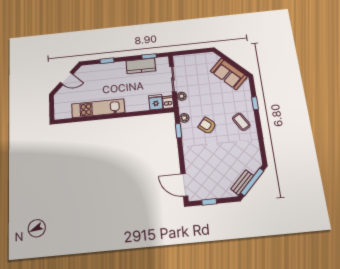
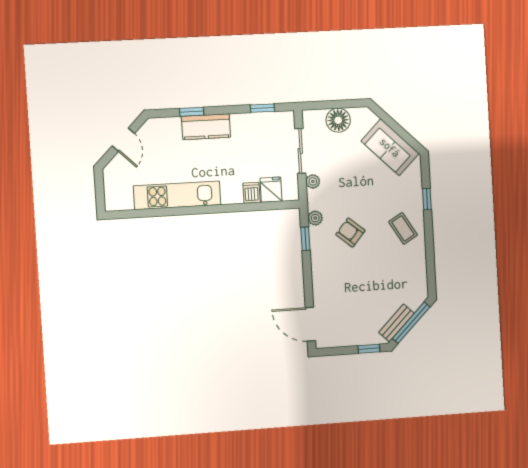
floor lamp: (195, 60) -> (338, 120), added
kitchen counter: (141, 66) -> (206, 127), moved
door: (67, 78) -> (123, 140), hinge flipped
dishwasher: (168, 102) -> (251, 193), moved
window: (209, 202) -> (369, 349), moved

